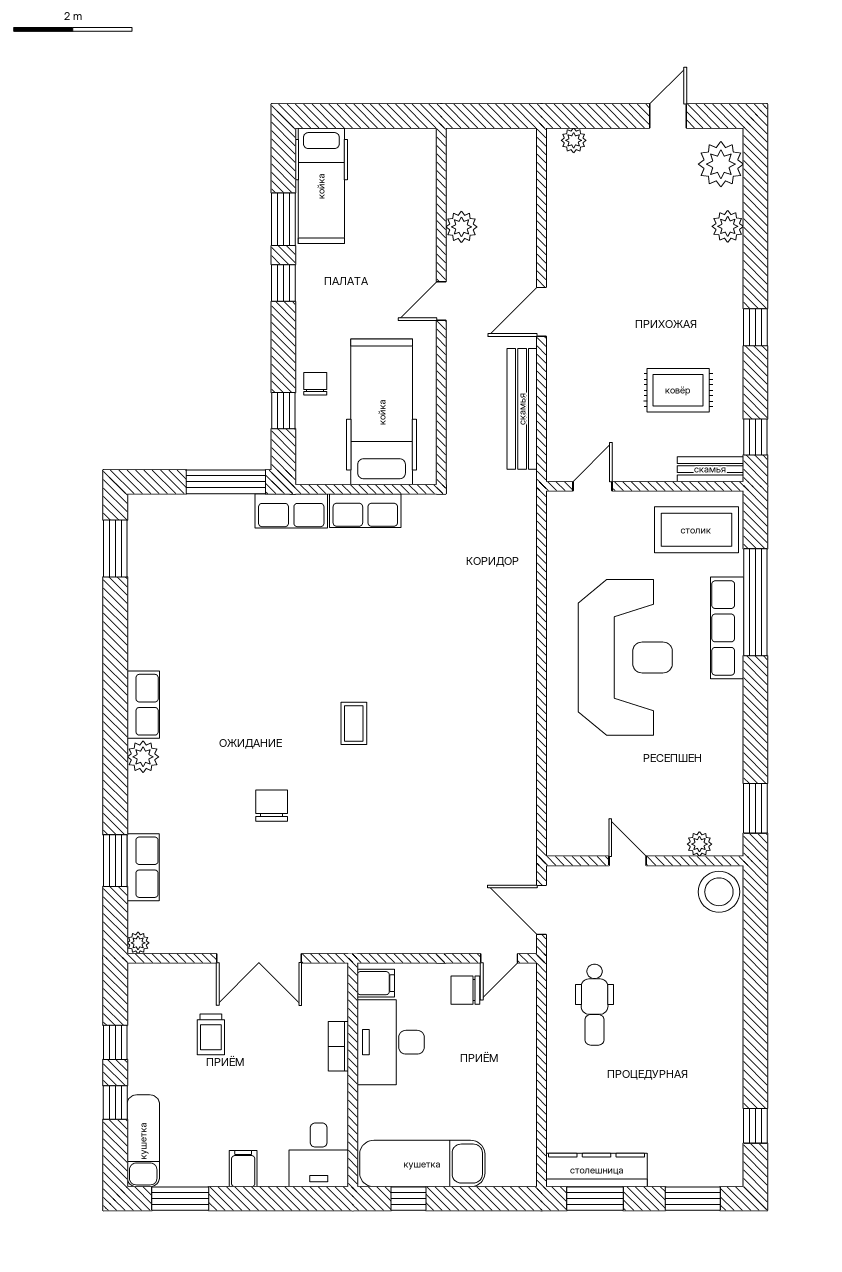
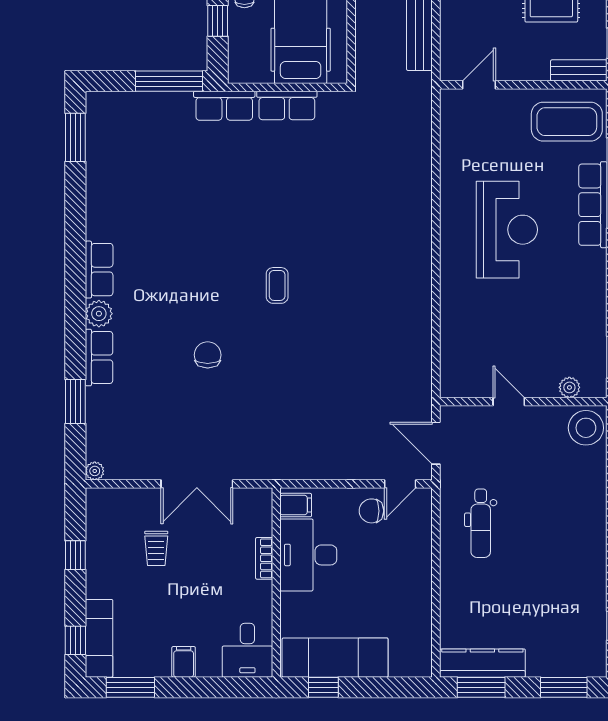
reception desk: (625, 657) -> (507, 230), width x0.74, depth x0.77
row of seats: (143, 867) -> (99, 358), moved
window: (115, 1102) -> (75, 640), moved

